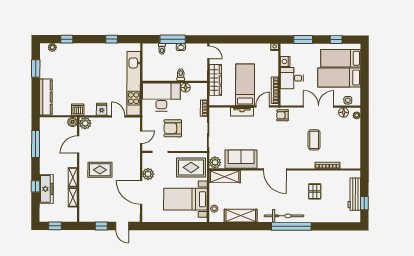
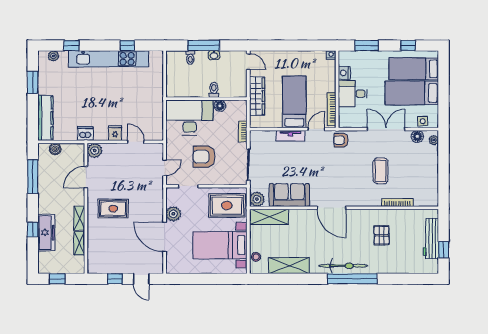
kitchen unit: (134, 83) -> (109, 59), moved, turned -90
boiler: (73, 122) -> (55, 149), moved

